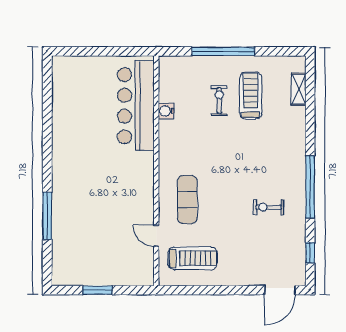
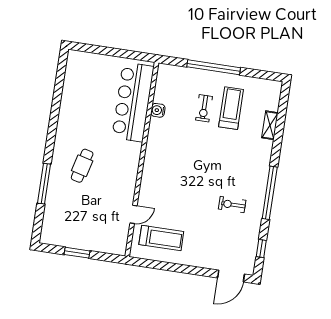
shelving: (299, 89) -> (270, 125), moved
exercise bike: (219, 101) -> (204, 108), turned 180
cafe table: (88, 188) -> (82, 166), added
exercise mat: (187, 200) -> (164, 188), removed
door: (156, 236) -> (134, 214), swing flipped

